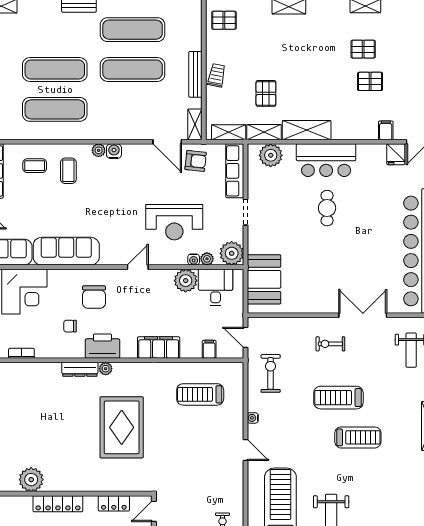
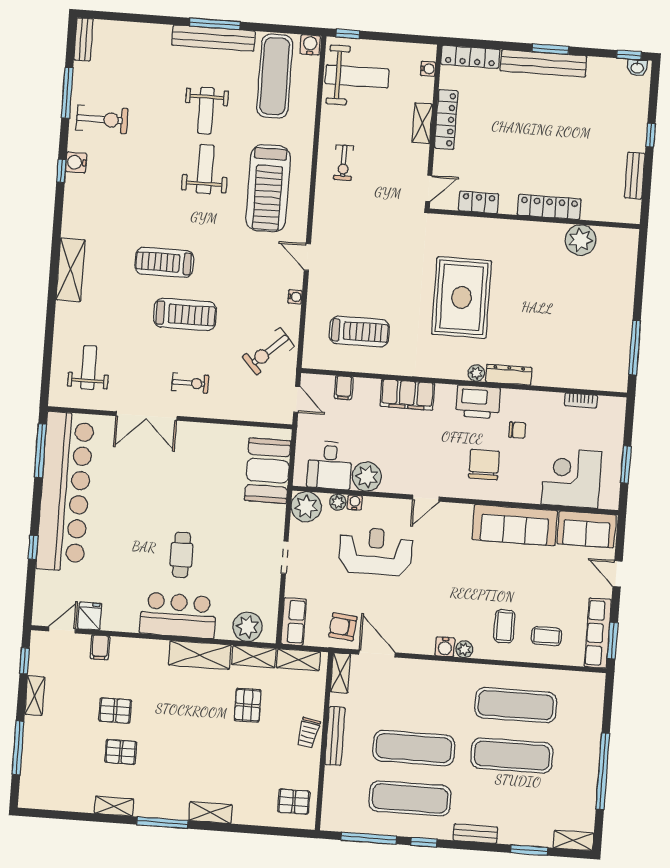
row of seats: (235, 171) -> (294, 622), width x0.68
exercise bike: (271, 373) -> (268, 351), turned 48

